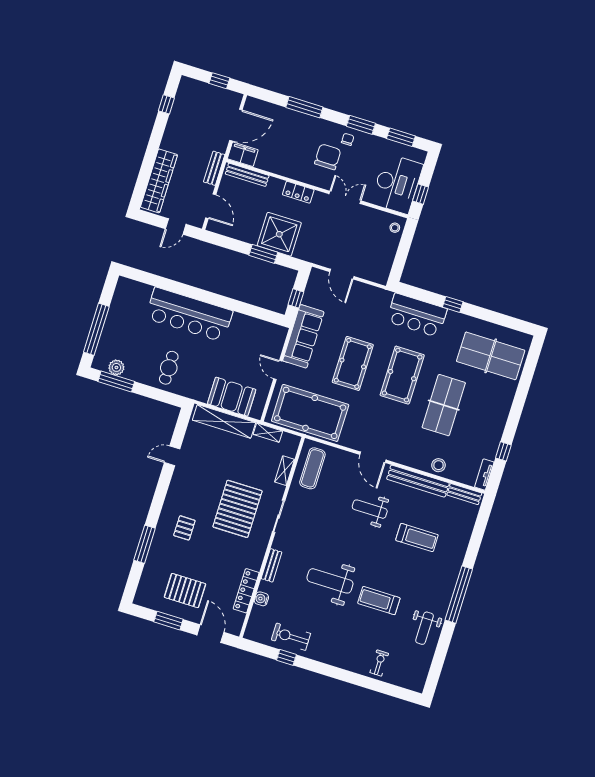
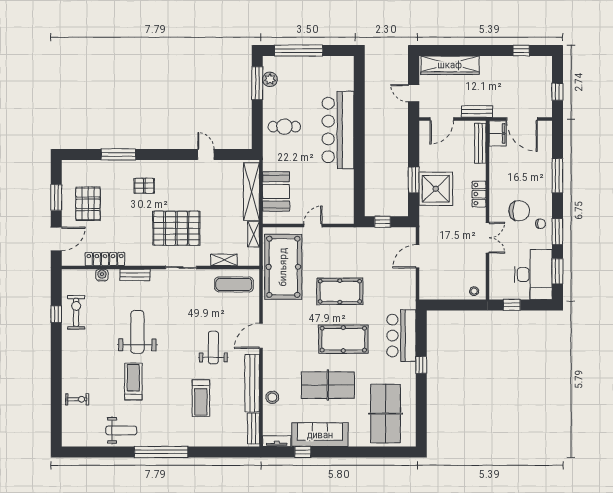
desk: (397, 184) -> (533, 274), moved, turned -90
sofa: (303, 336) -> (320, 435), moved, turned 180
weight bench: (424, 628) -> (121, 430), turned 180

